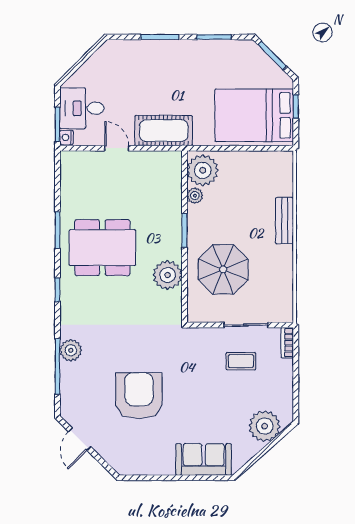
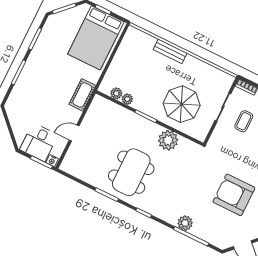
cot: (164, 131) -> (82, 95), width x0.73, depth x0.75
plant: (203, 170) -> (116, 93), width x0.53, depth x0.53

